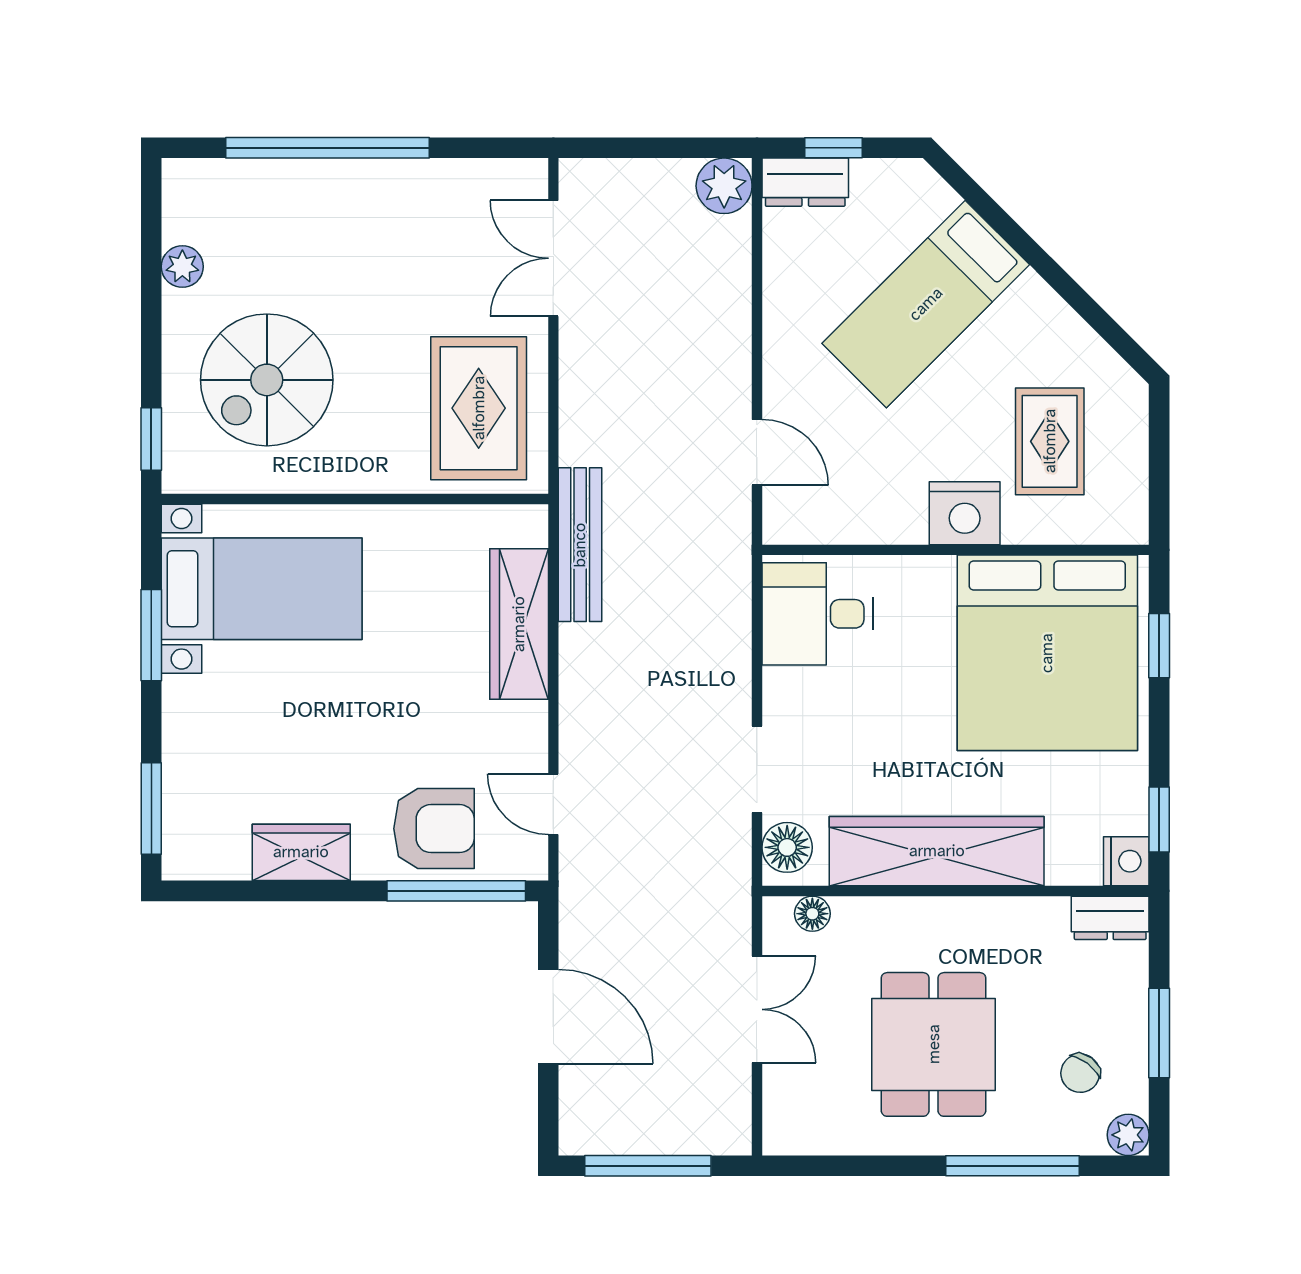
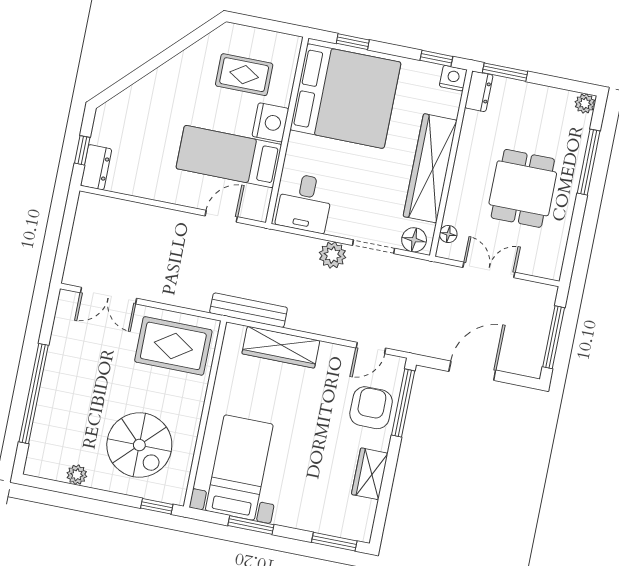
plant: (724, 186) -> (333, 255), moved
bed: (926, 304) -> (229, 156), moved, turned 135
window: (1159, 1033) -> (505, 72), moved
dining table: (934, 1044) -> (523, 188), turned 90
chair: (1080, 1073) -> (551, 121), removed

